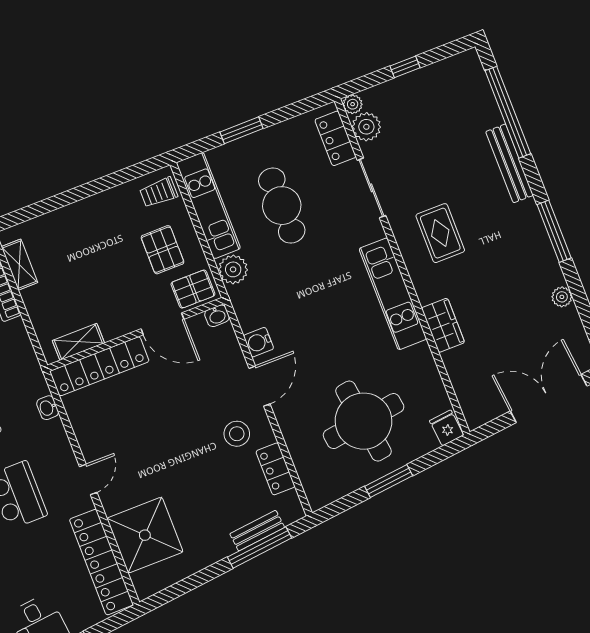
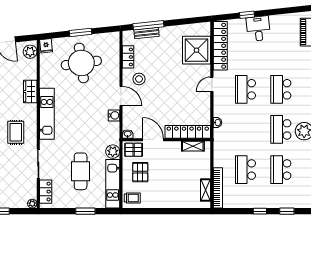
plant: (366, 127) -> (30, 52), moved
door: (259, 386) -> (121, 96), swing flipped

